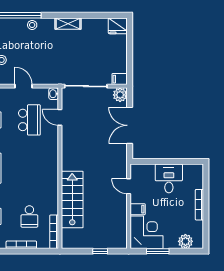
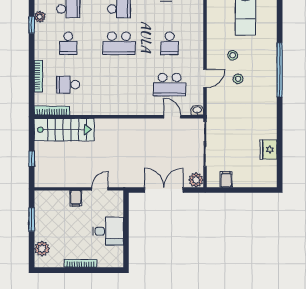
shelving: (68, 24) -> (271, 125), removed
stool: (32, 25) -> (238, 79), moved
fridge: (118, 26) -> (269, 150), moved
filing cabinet: (120, 79) -> (226, 179), moved
door: (60, 117) -> (172, 117), hinge flipped
stairs: (72, 199) -> (64, 130), moved
corner desk: (147, 232) -> (52, 208), removed

